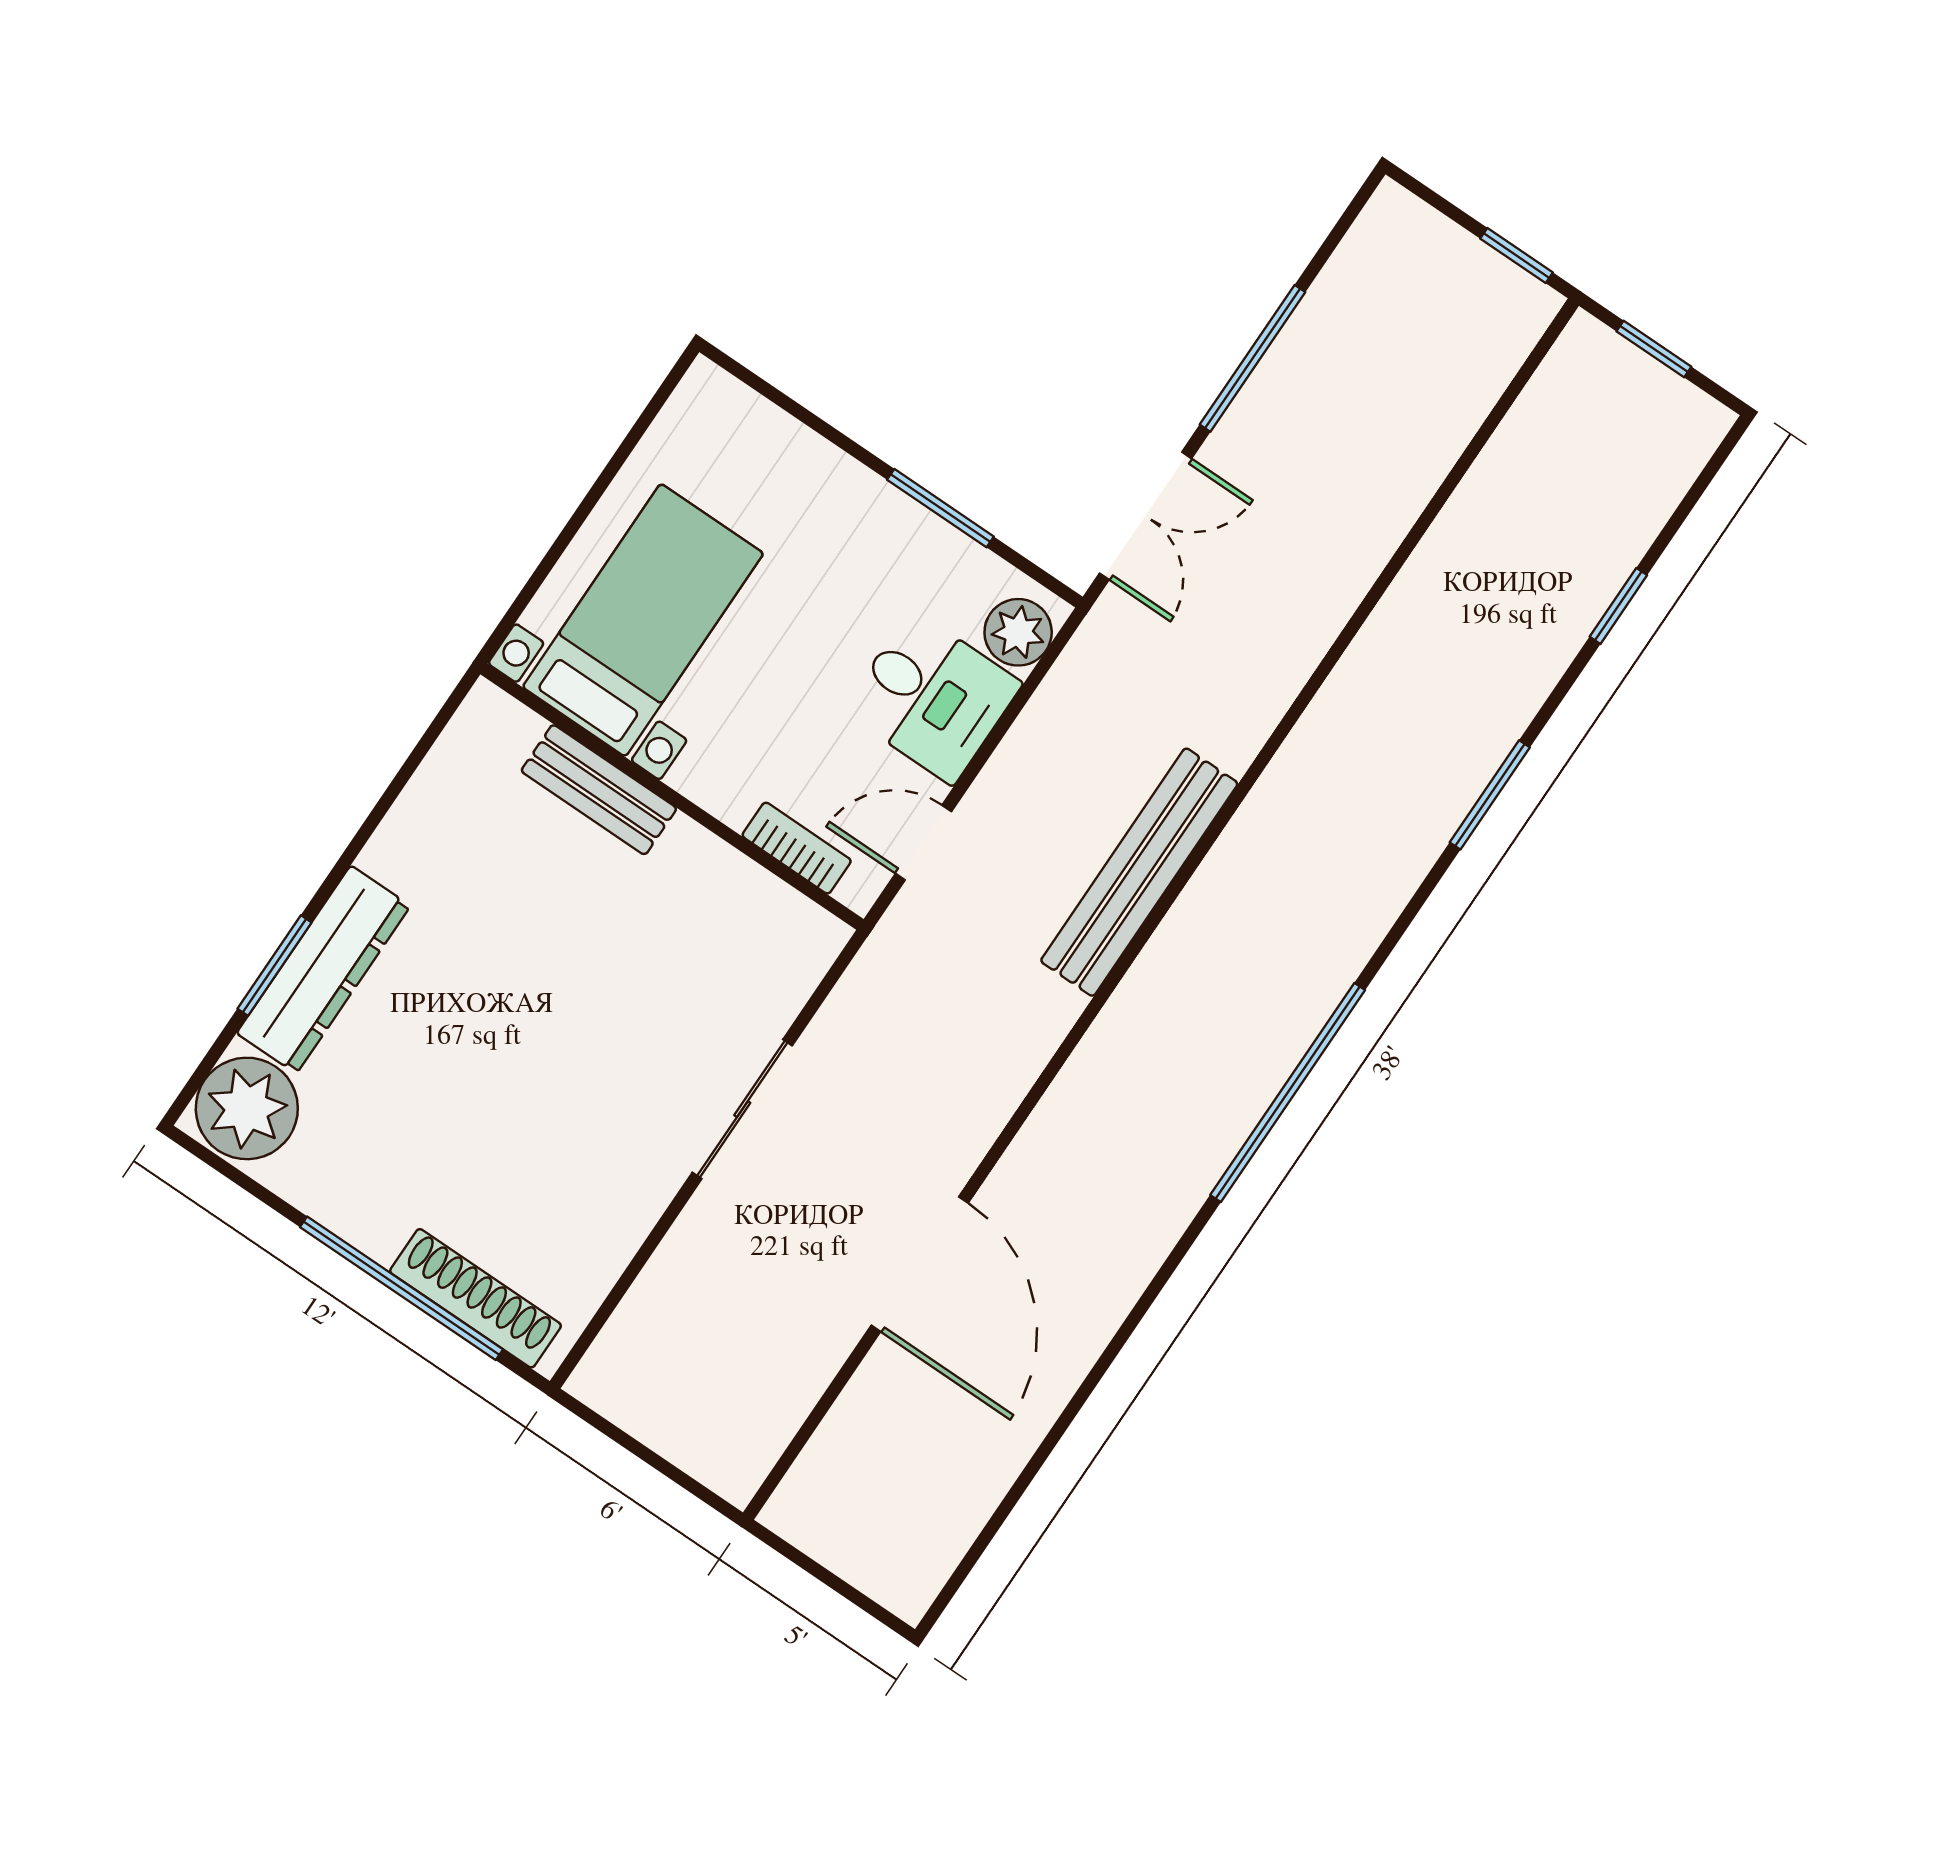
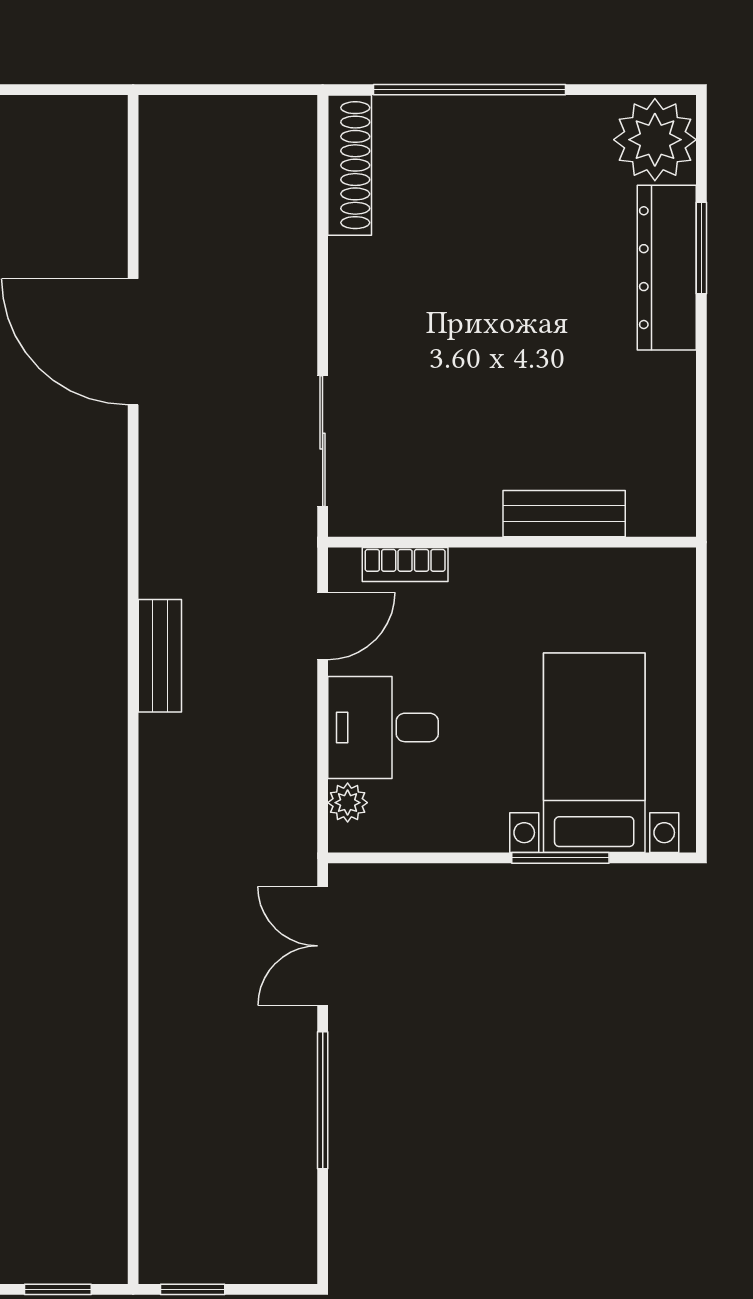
window: (940, 508) -> (560, 858), moved
bed with nightstands: (643, 620) -> (594, 753), moved, turned 180
plant: (1018, 632) -> (348, 803), width x0.73, depth x0.73
bench: (1139, 872) -> (160, 656), width x0.54, depth x0.82
sliding door: (742, 1109) -> (323, 441), moved
shoe rack: (475, 1298) -> (350, 165), moved, turned -90

